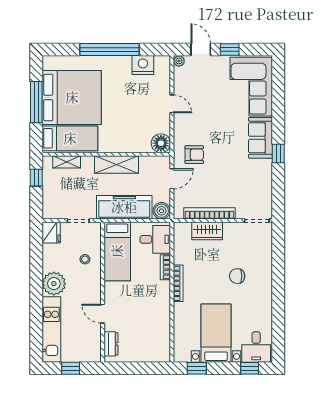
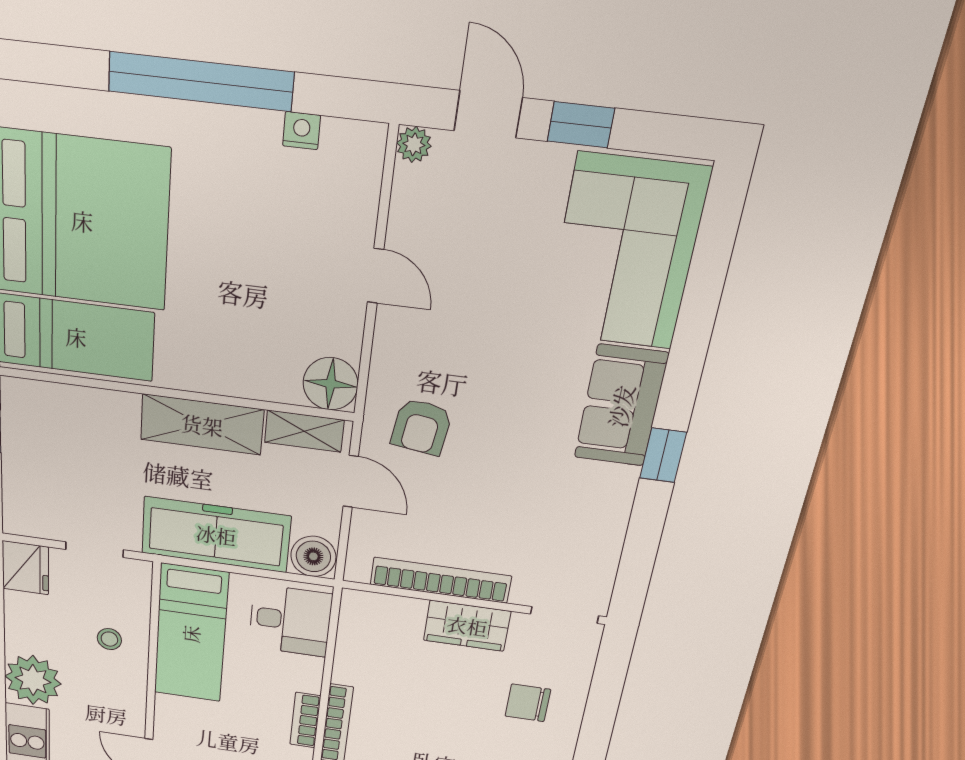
nightstand: (143, 65) -> (302, 131), width x0.53, depth x0.56
armchair: (194, 155) -> (421, 427), turned 98
shelving: (67, 162) -> (304, 431), moved
door: (172, 179) -> (351, 481), hinge flipped
wardrobe: (207, 231) -> (467, 626), moved
bookcase: (165, 267) -> (305, 720), moved
chair: (237, 276) -> (528, 703), moved

